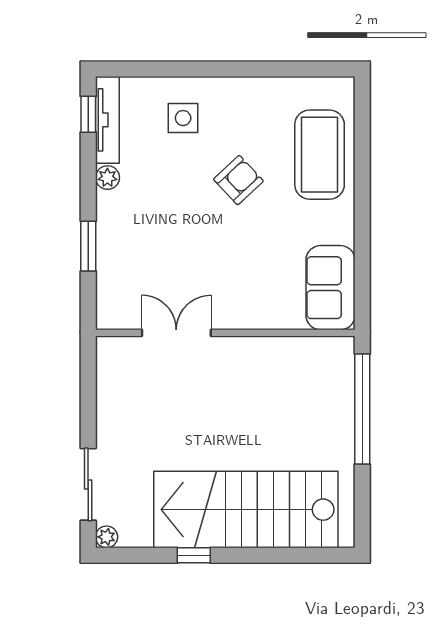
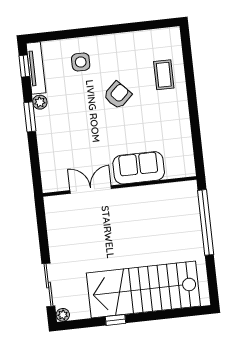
coffee table: (320, 155) -> (164, 75), width x0.54, depth x0.58
window: (88, 246) -> (30, 117), moved
sofa: (330, 288) -> (139, 168), moved, turned 90

